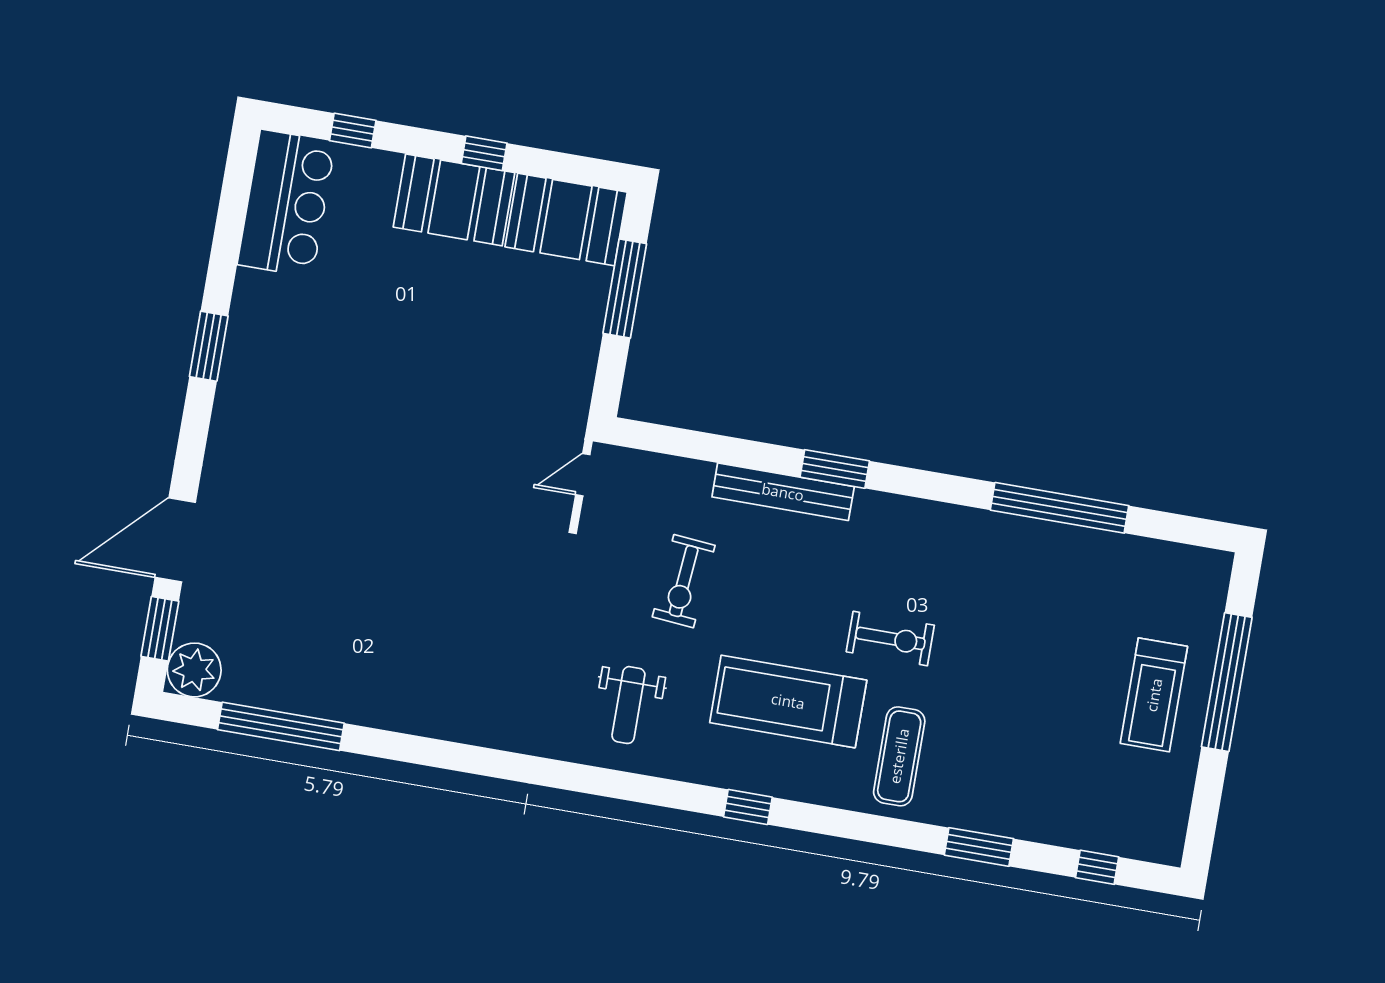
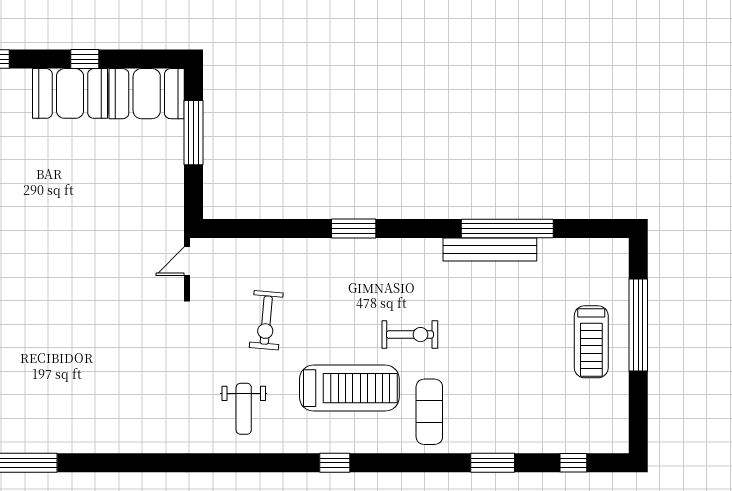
bench: (783, 492) -> (490, 249), moved
treadmill: (788, 701) -> (349, 388), turned 180

